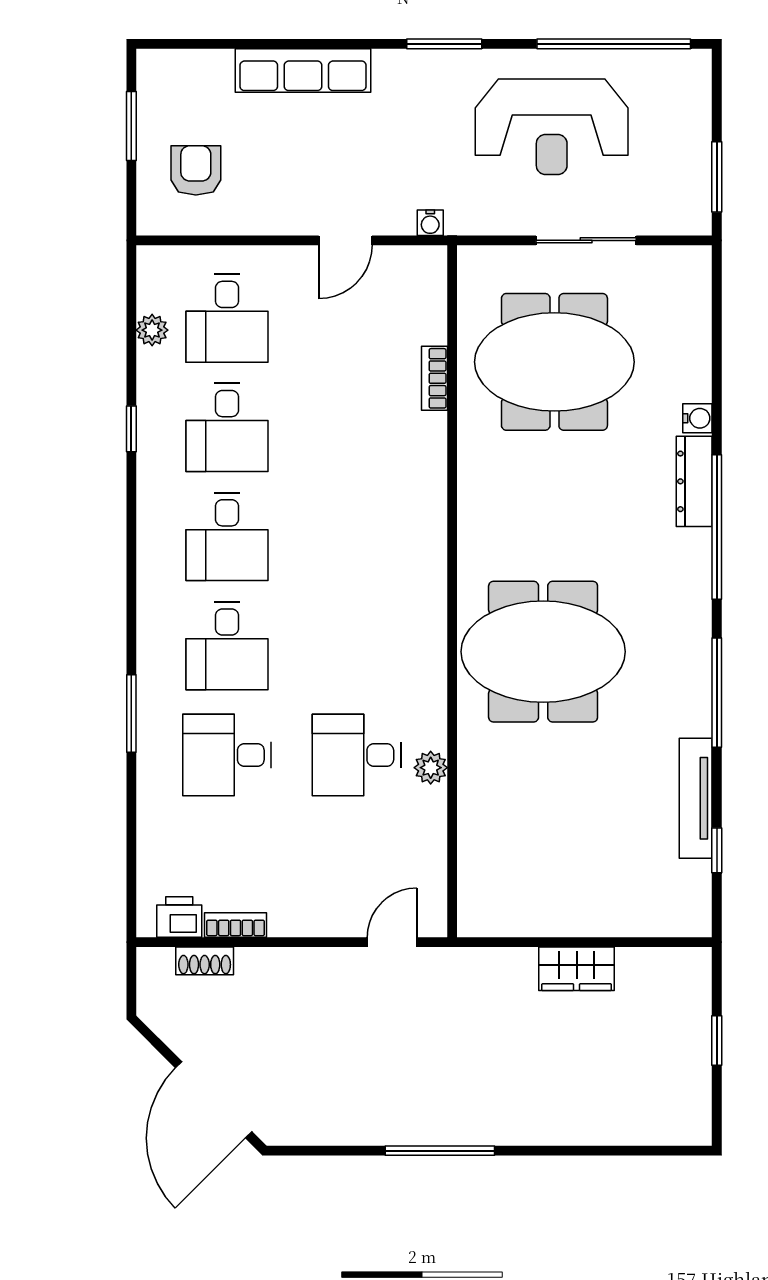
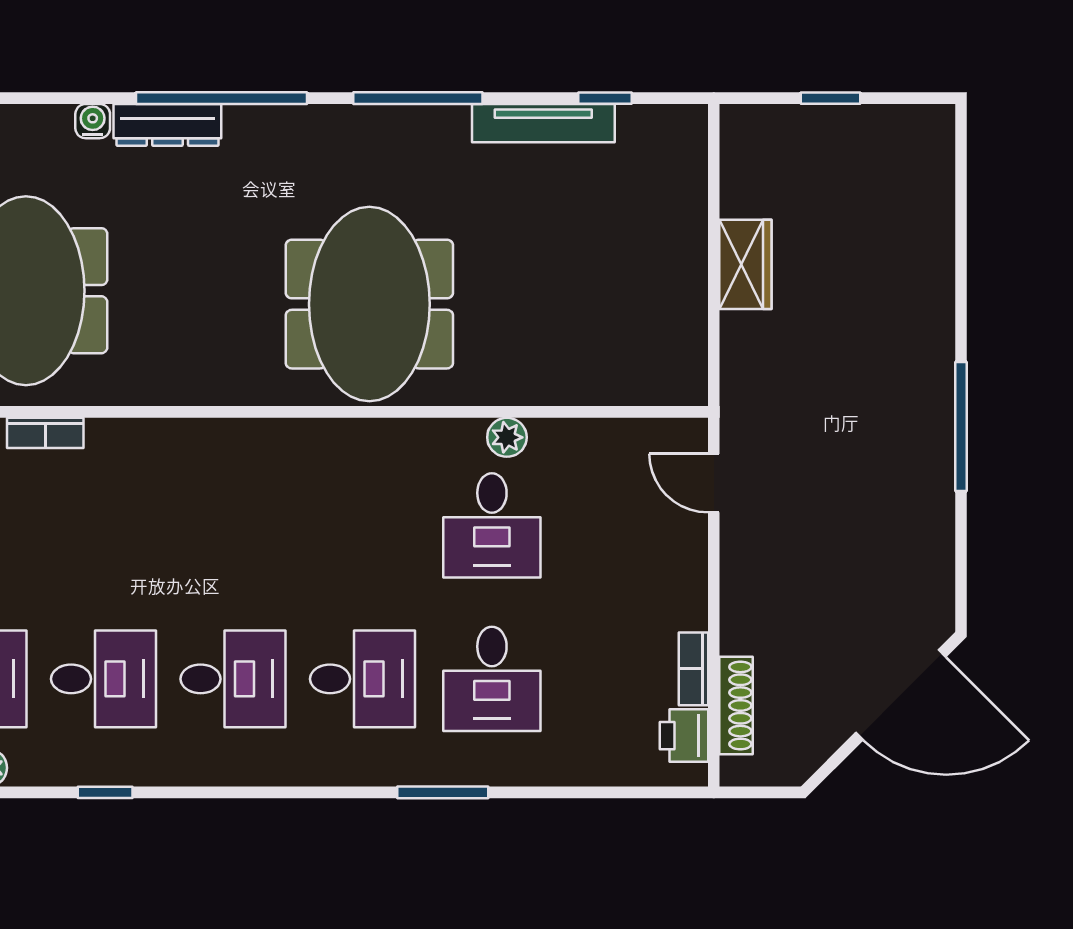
shoe rack: (205, 961) -> (736, 705), width x1.43

